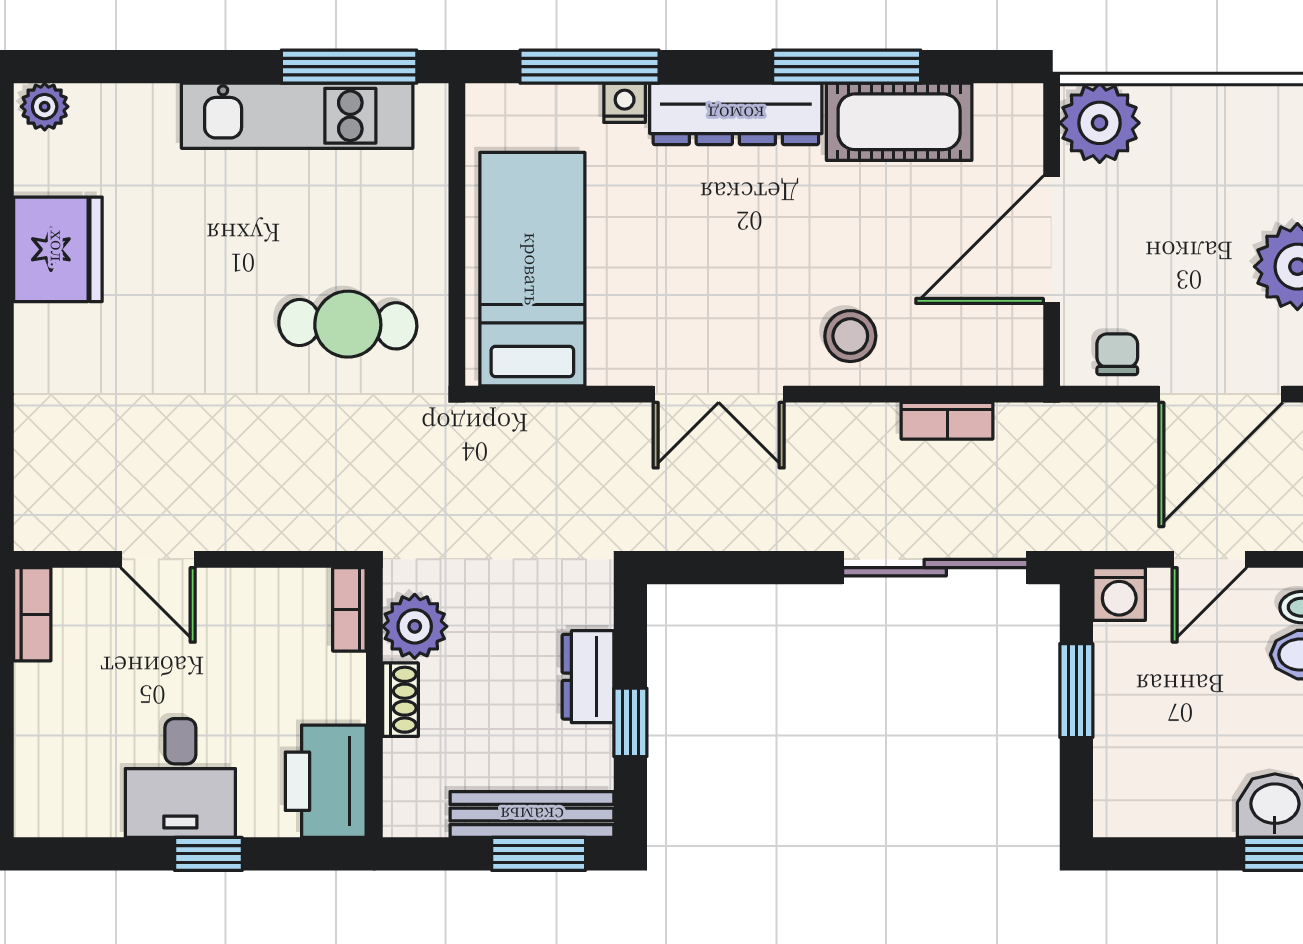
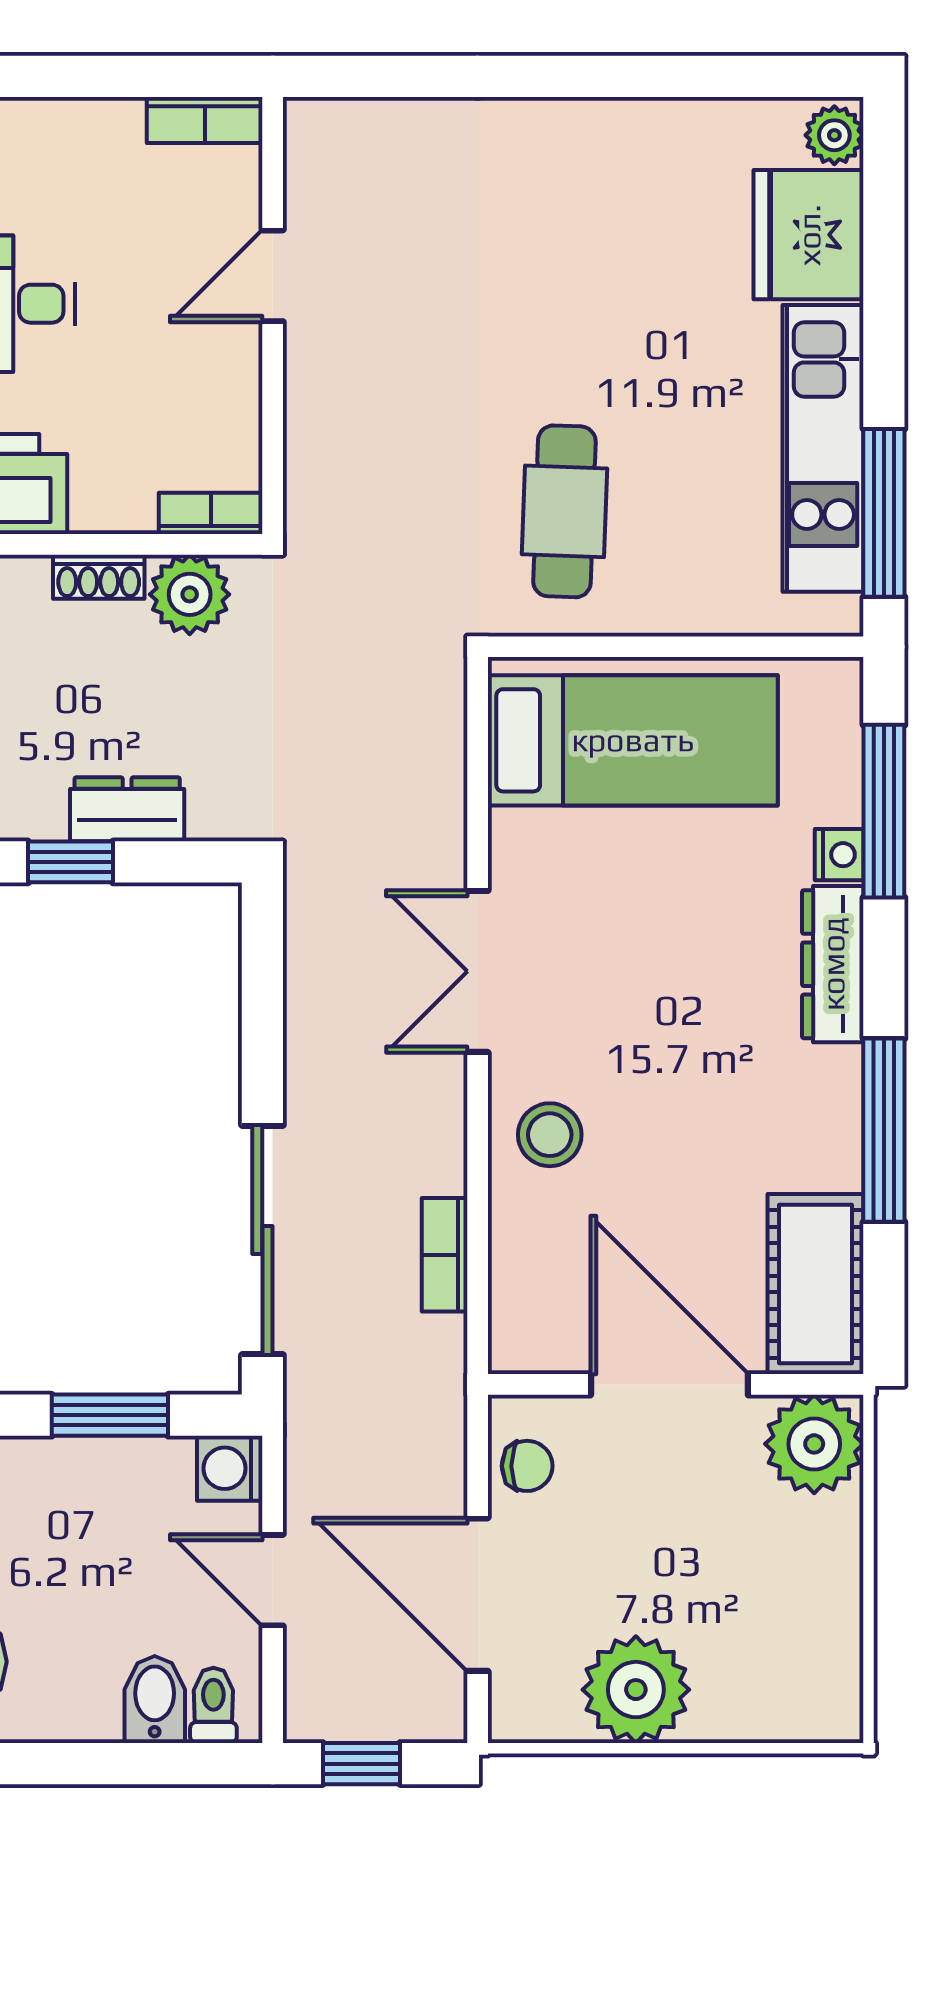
dresser: (736, 114) -> (833, 964), width x0.73, depth x0.80
cot: (899, 122) -> (816, 1284), moved
fridge: (58, 249) -> (809, 235), moved, turned 90

